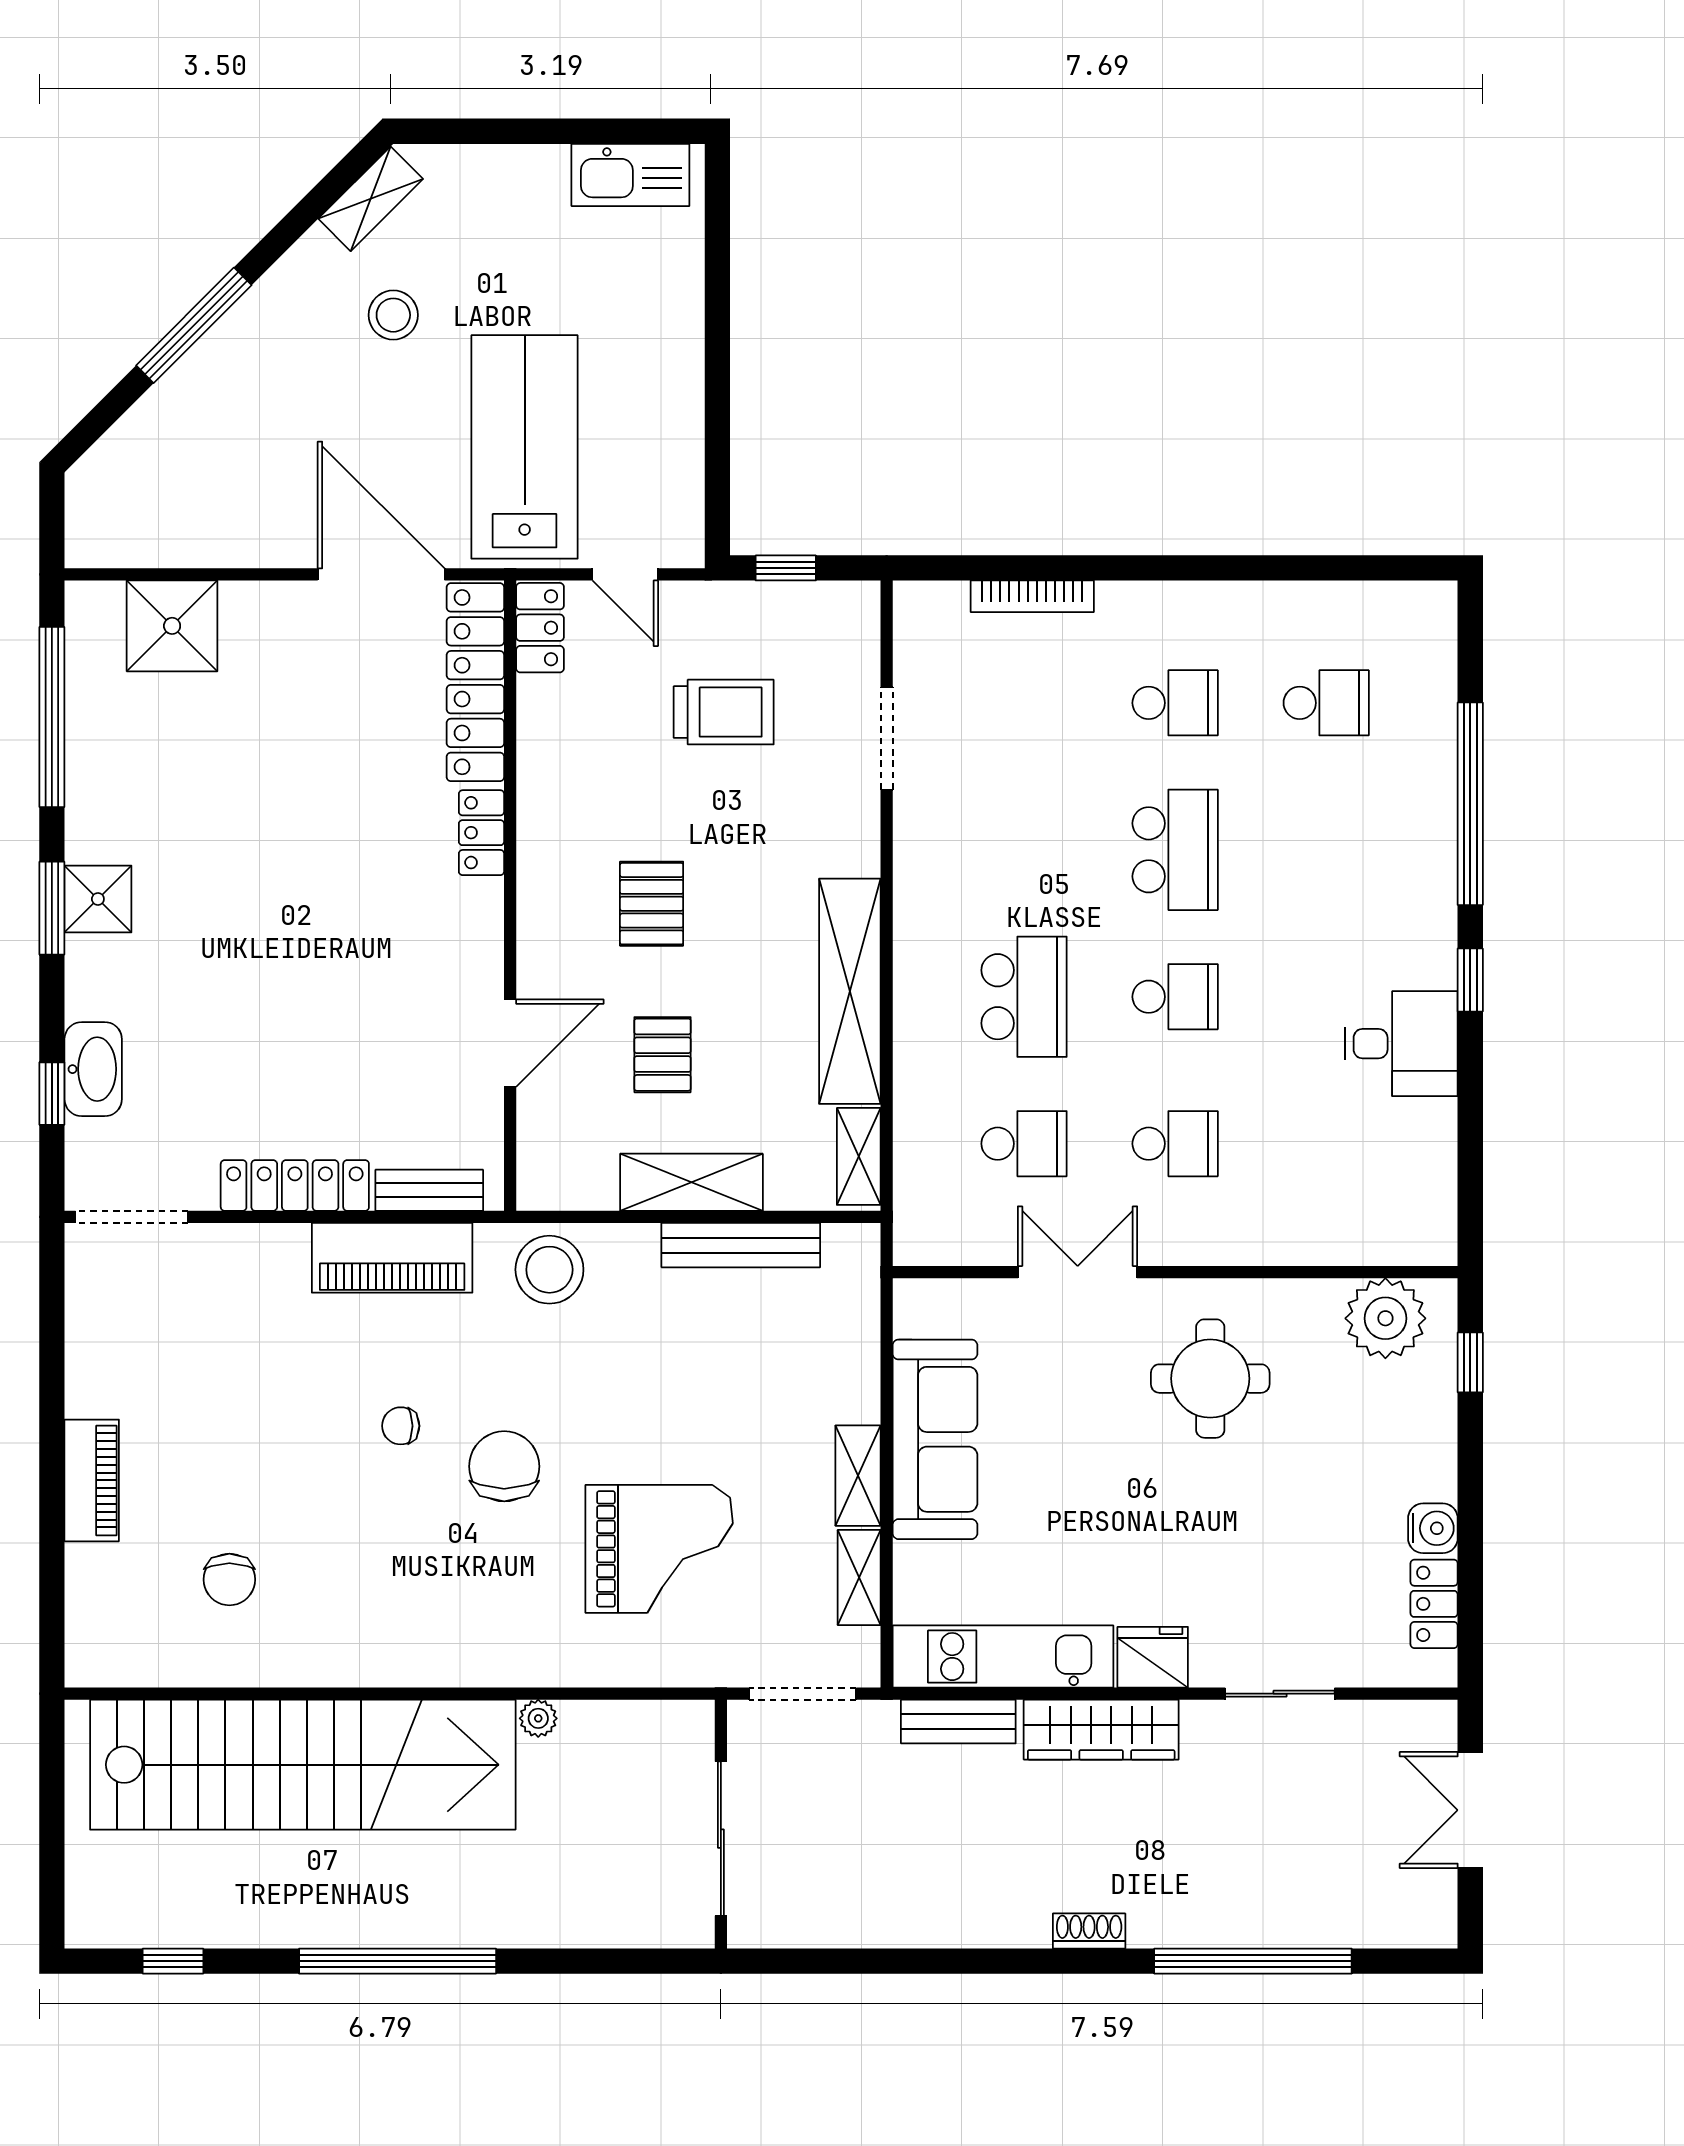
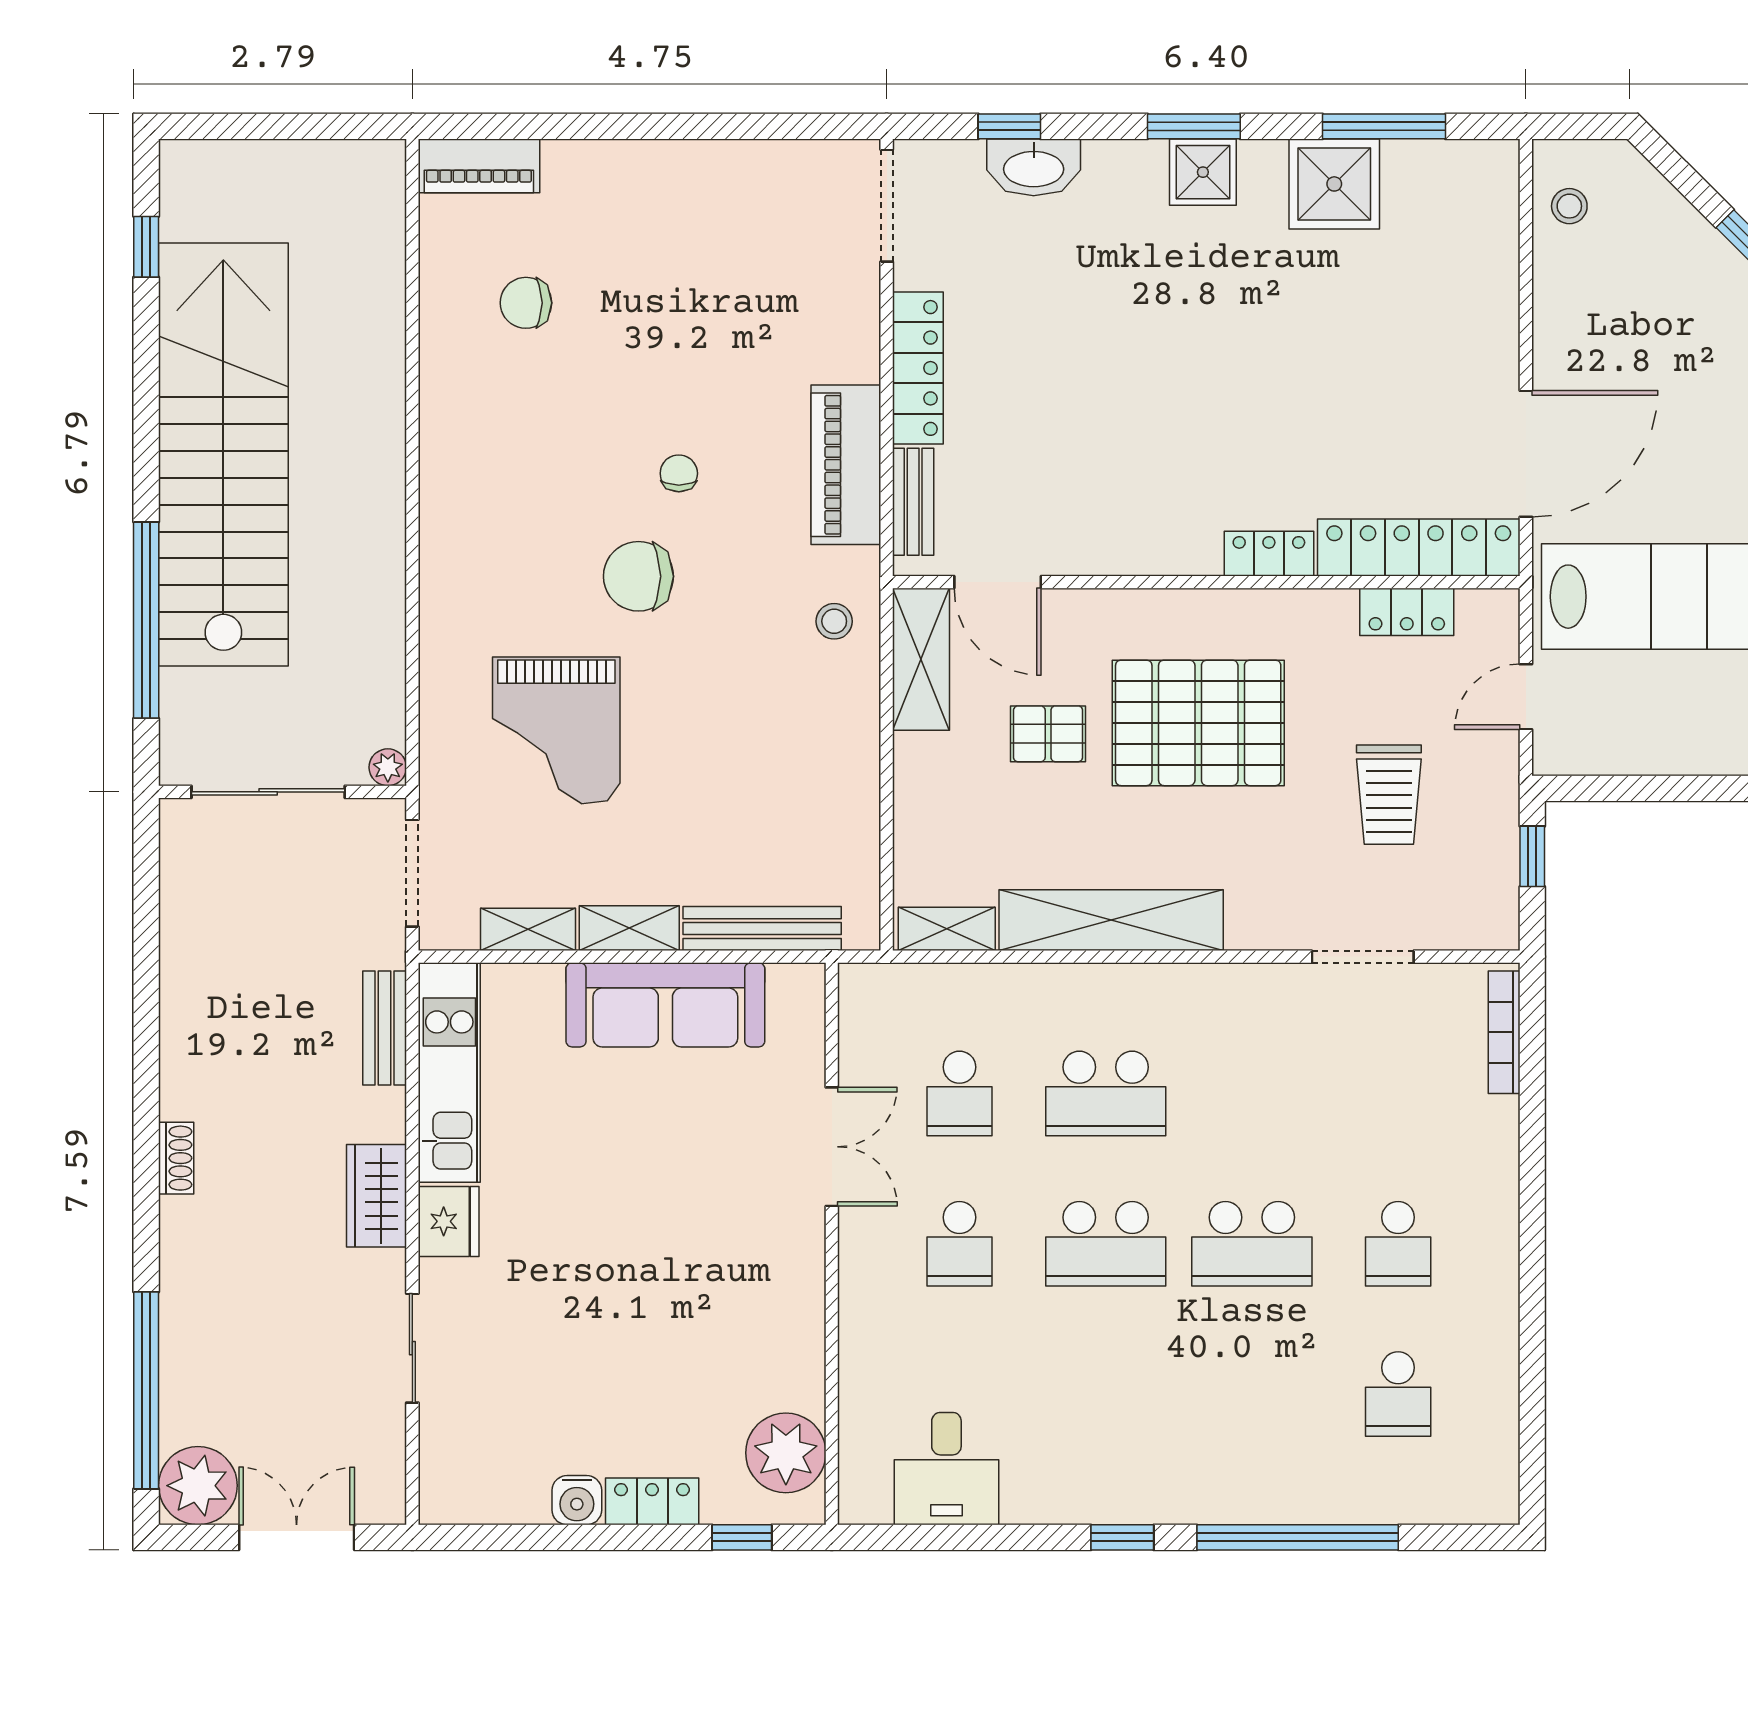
stool: (132, 531) -> (1569, 206), added
bookcase: (1032, 596) -> (1504, 1032), moved
shower: (172, 626) -> (1334, 184), moved
locker: (540, 628) -> (1407, 612), moved
window: (52, 717) -> (1384, 126), width x0.68
pallet: (652, 904) -> (1198, 723), width x2.05, depth x2.00
school desk: (1175, 997) -> (1106, 1244), width x1.85
door: (510, 1043) -> (998, 582), moved
desk: (1401, 1044) -> (946, 1469), moved
shelving: (691, 1182) -> (921, 659), moved
bench: (741, 1245) -> (762, 929), moved, turned 90
stool: (549, 1270) -> (834, 621), width x0.53, depth x0.53
round table: (1210, 1379) -> (726, 1279), removed
chair: (504, 1466) -> (638, 576), turned 180
piano: (92, 1480) -> (479, 166), moved
locker: (1434, 1604) -> (652, 1501), moved
plant: (538, 1718) -> (388, 767), moved
wardrobe: (1101, 1730) -> (377, 1196), width x0.67
stairs: (303, 1765) -> (223, 455), moved, turned 180
plant: (1418, 1909) -> (198, 1486), added
window: (398, 1961) -> (146, 620), moved
window: (1253, 1961) -> (146, 1390), moved

